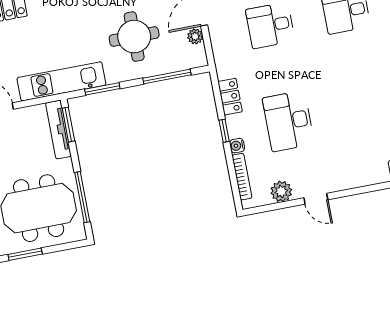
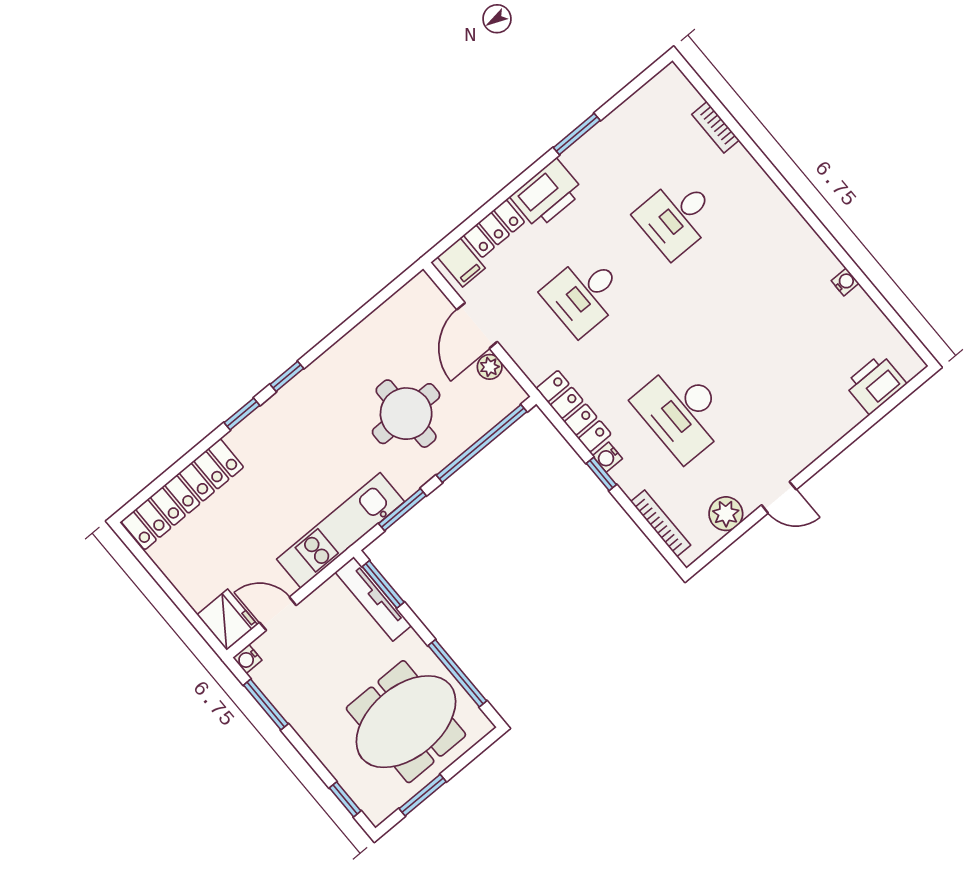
window: (167, 77) -> (482, 443), width x1.46
locker: (230, 97) -> (574, 411), width x1.53
water cooler: (237, 146) -> (607, 457), moved

